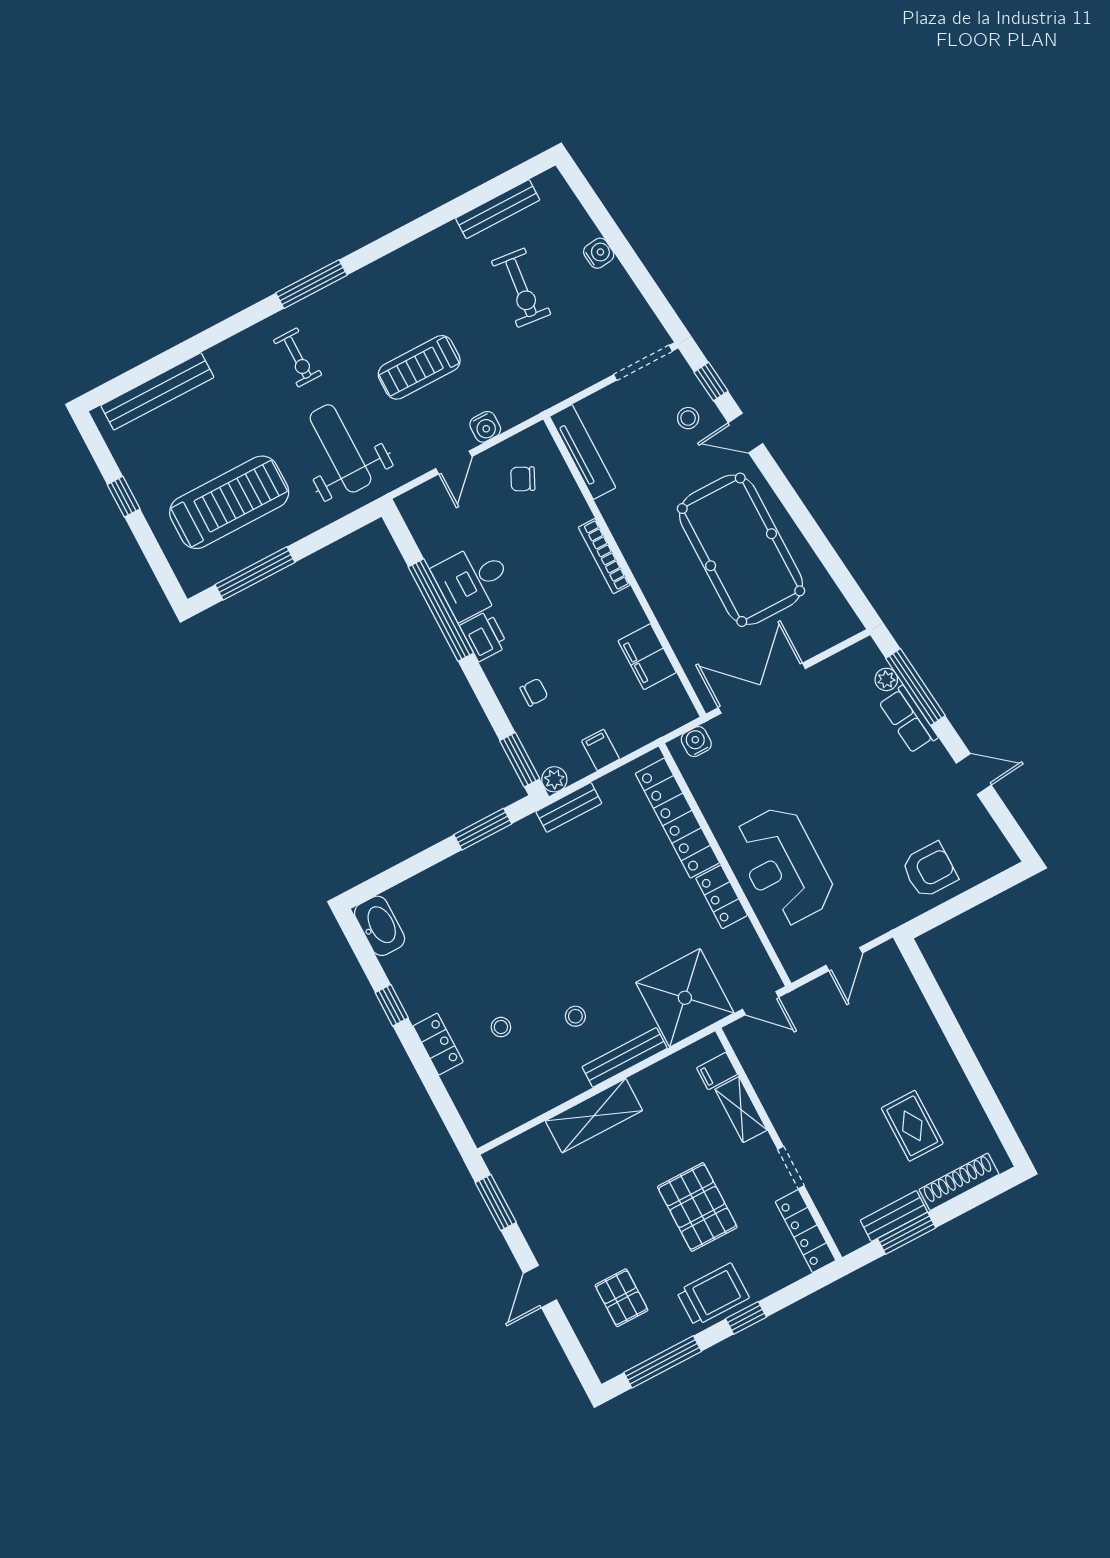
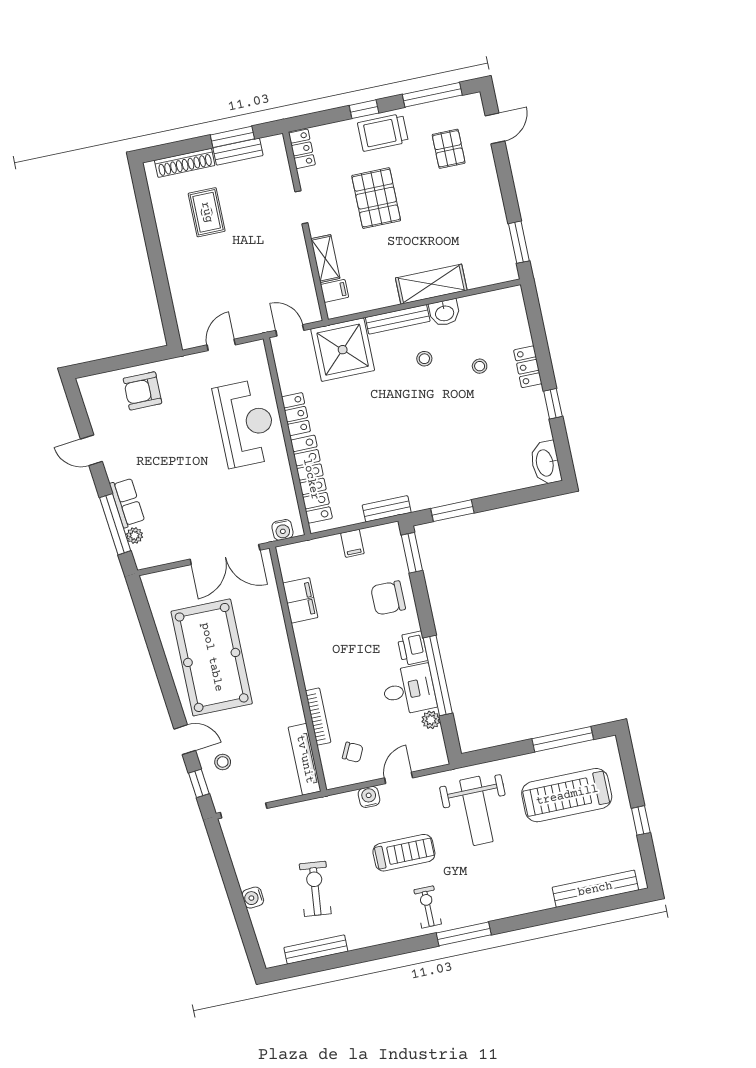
exercise bike: (298, 358) -> (428, 907), moved
bookcase: (604, 556) -> (318, 717), moved
chair: (534, 692) -> (388, 598), width x1.87, depth x1.87
plant: (554, 779) -> (431, 720), moved
washbasin: (566, 1083) -> (444, 313), added
locker: (805, 1231) -> (302, 149), width x0.66
door: (540, 1286) -> (495, 128), moved

